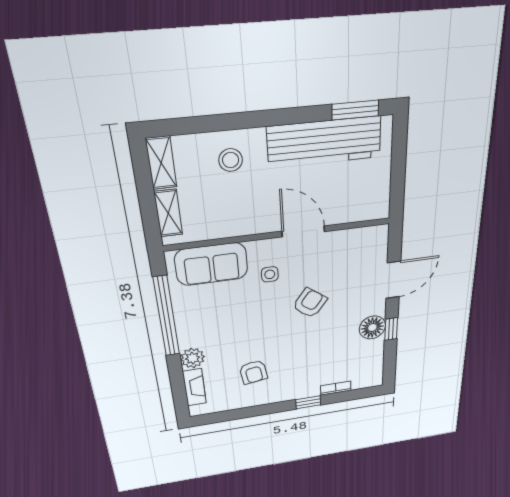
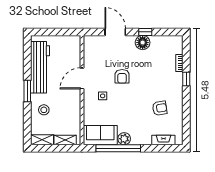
window: (355, 110) -> (27, 91), moved
sofa: (211, 264) -> (100, 135), moved, turned -90
armchair: (310, 303) -> (122, 76), turned -127
plant: (193, 358) -> (124, 139), moved

